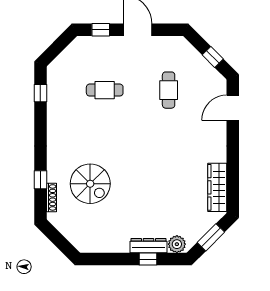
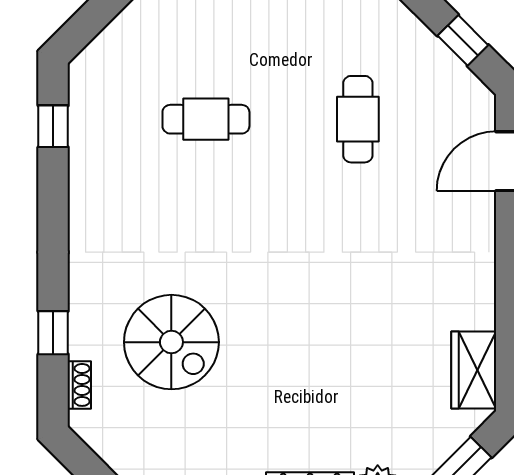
wardrobe: (217, 187) -> (474, 370), width x0.67
shoe rack: (51, 197) -> (79, 385), width x0.70

